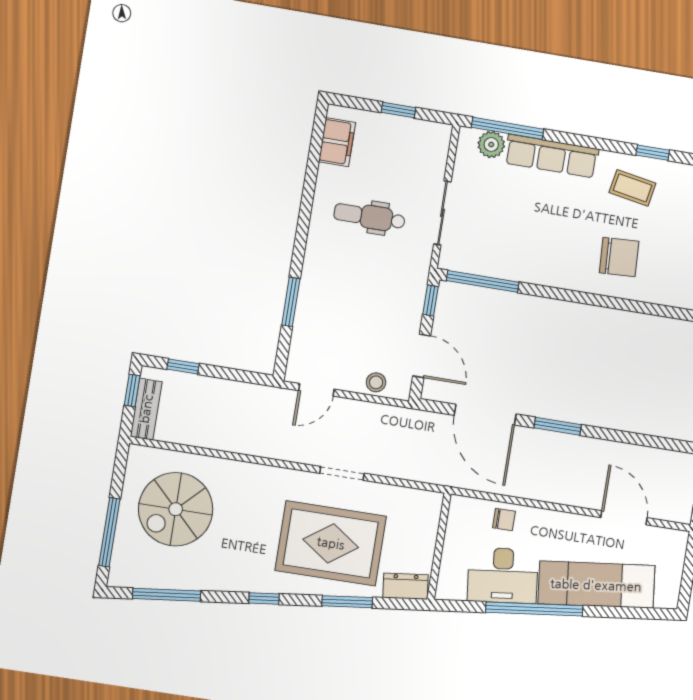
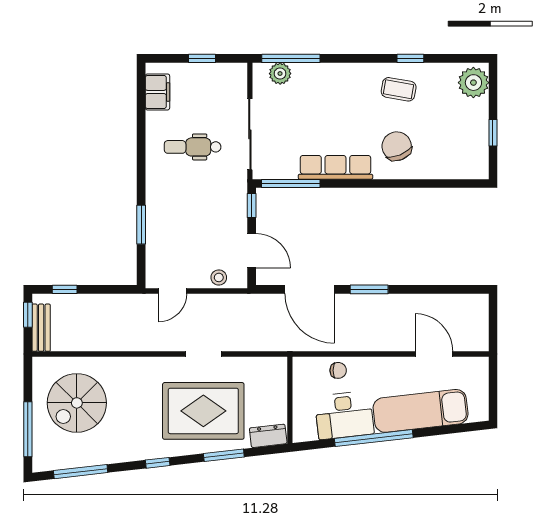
row of seats: (552, 156) -> (335, 167), moved, turned 180
sliding door: (442, 213) -> (250, 134), width x1.37
chair: (619, 257) -> (397, 146), turned -109

